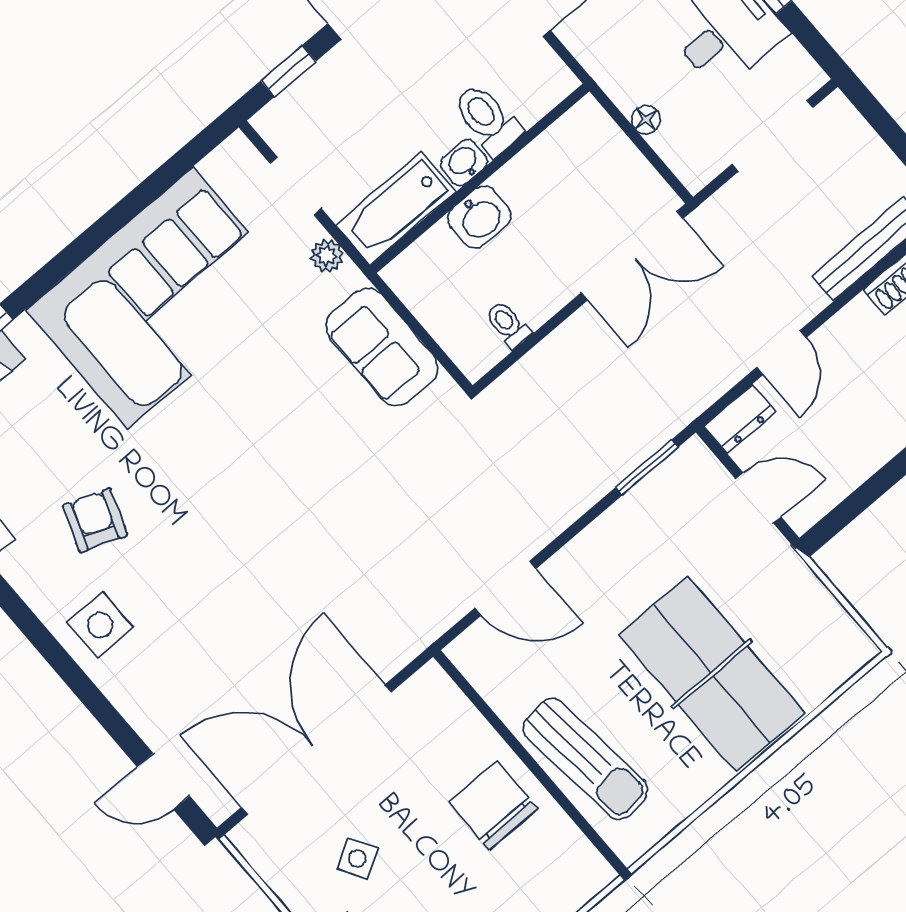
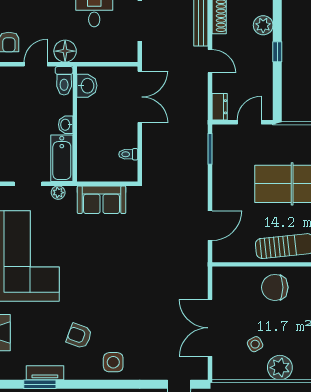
toilet: (487, 119) -> (64, 81), moved, turned -90
floor lamp: (646, 120) -> (65, 51), moved, width x1.89, depth x1.89
washbasin: (479, 217) -> (87, 86), moved
door: (781, 352) -> (210, 61), moved
double door: (316, 750) -> (210, 328), width x0.73

